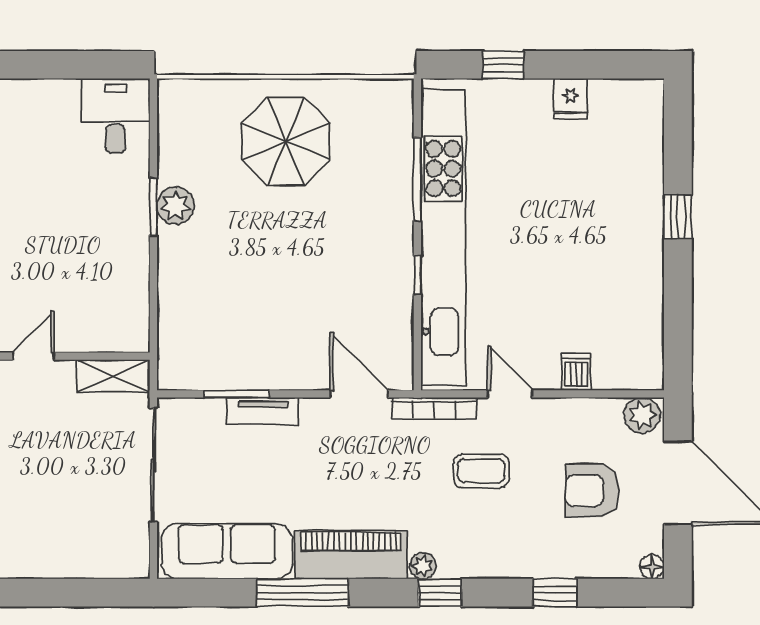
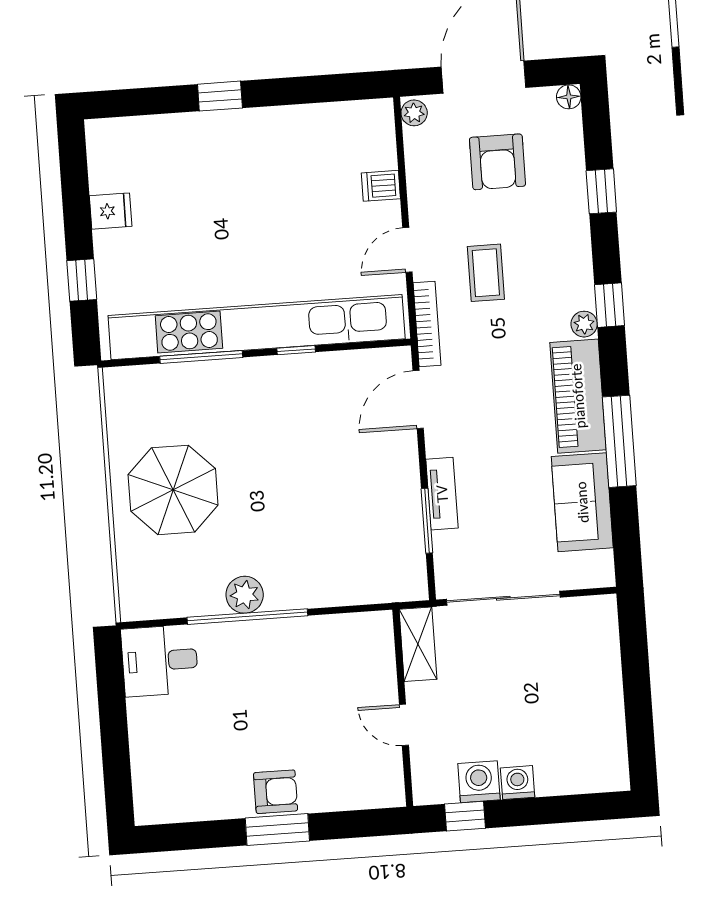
window: (153, 207) -> (247, 617), width x2.11
plant: (642, 415) -> (414, 113), width x0.73, depth x0.73
sofa: (227, 551) -> (582, 502), width x0.73

